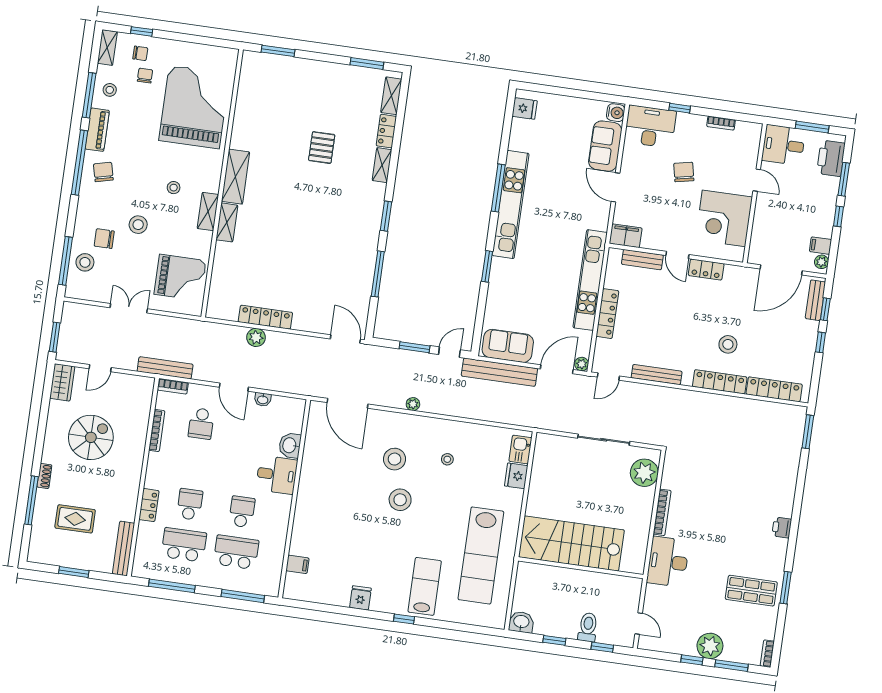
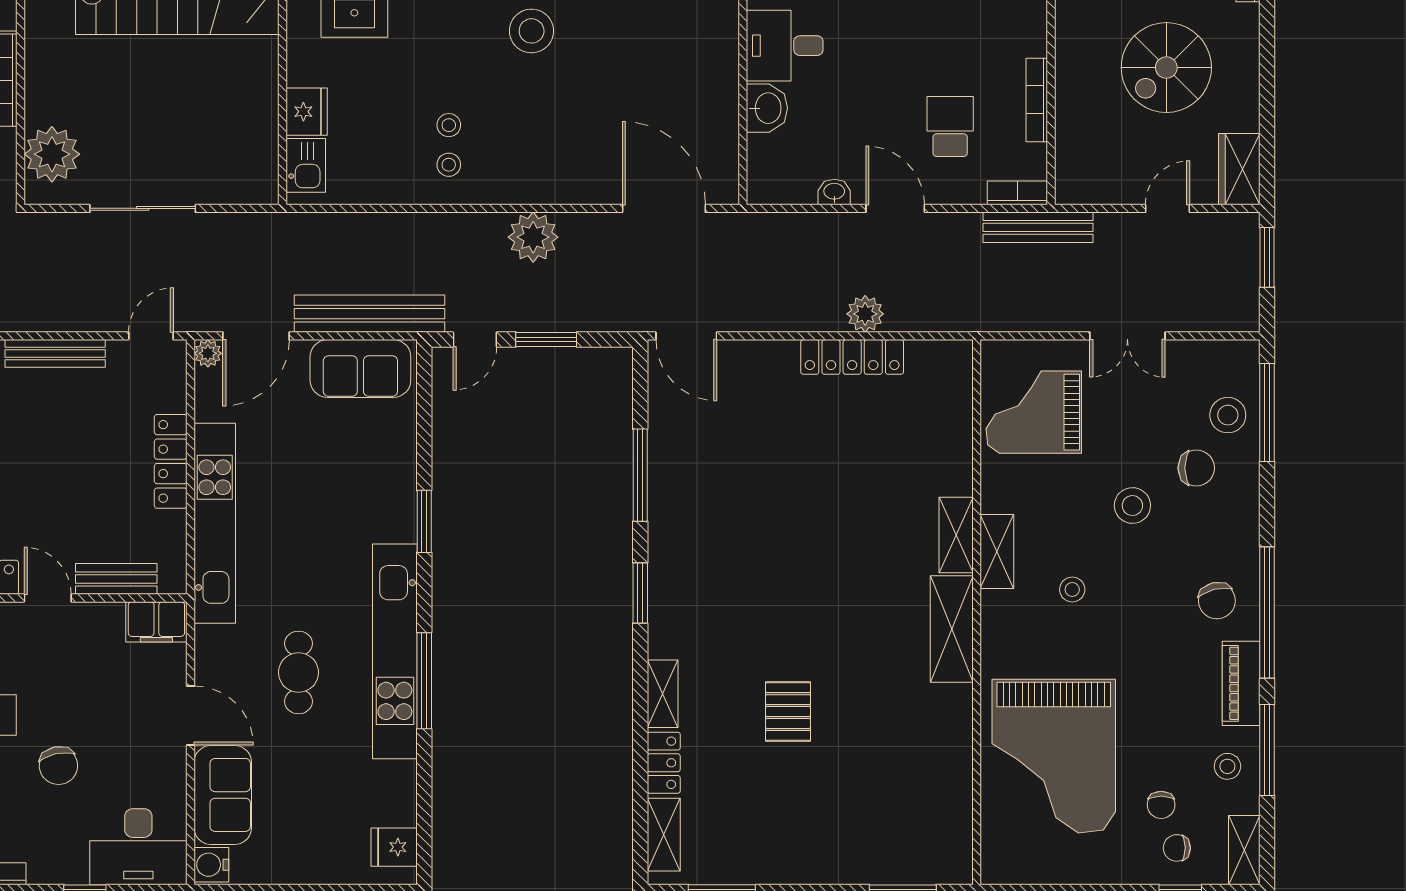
cafe table: (559, 201) -> (299, 672), added
plant: (413, 404) -> (533, 237), width x1.88, depth x1.88
stool: (394, 459) -> (449, 165), moved, width x0.53, depth x0.53

